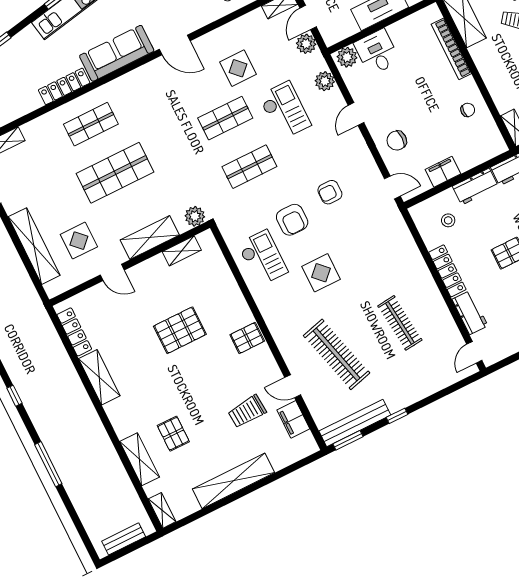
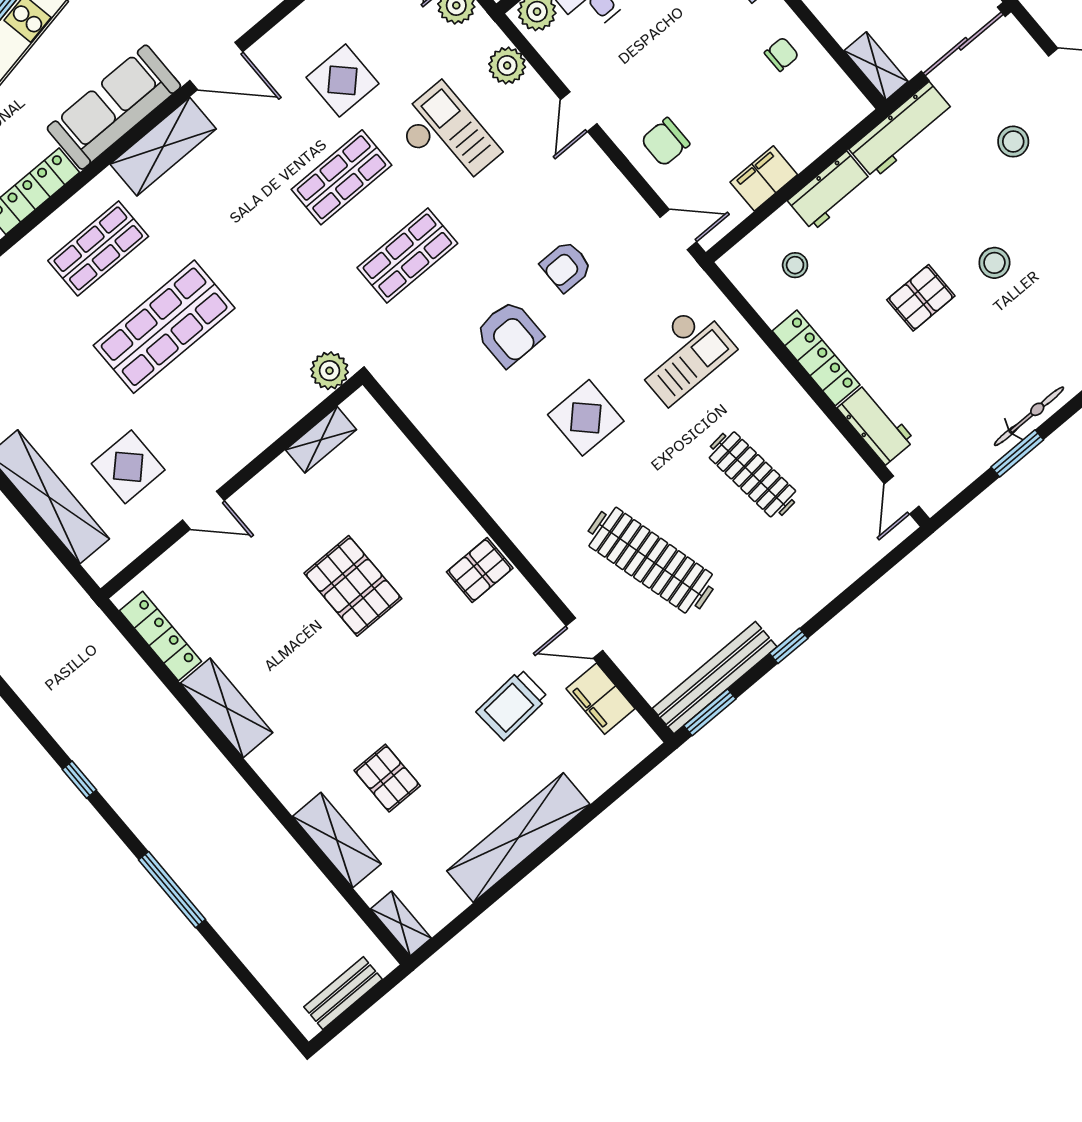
shelving: (150, 238) -> (163, 147), moved
checkout: (263, 258) -> (683, 354), moved, turned 90
pallet: (180, 330) -> (353, 586), turned 90

